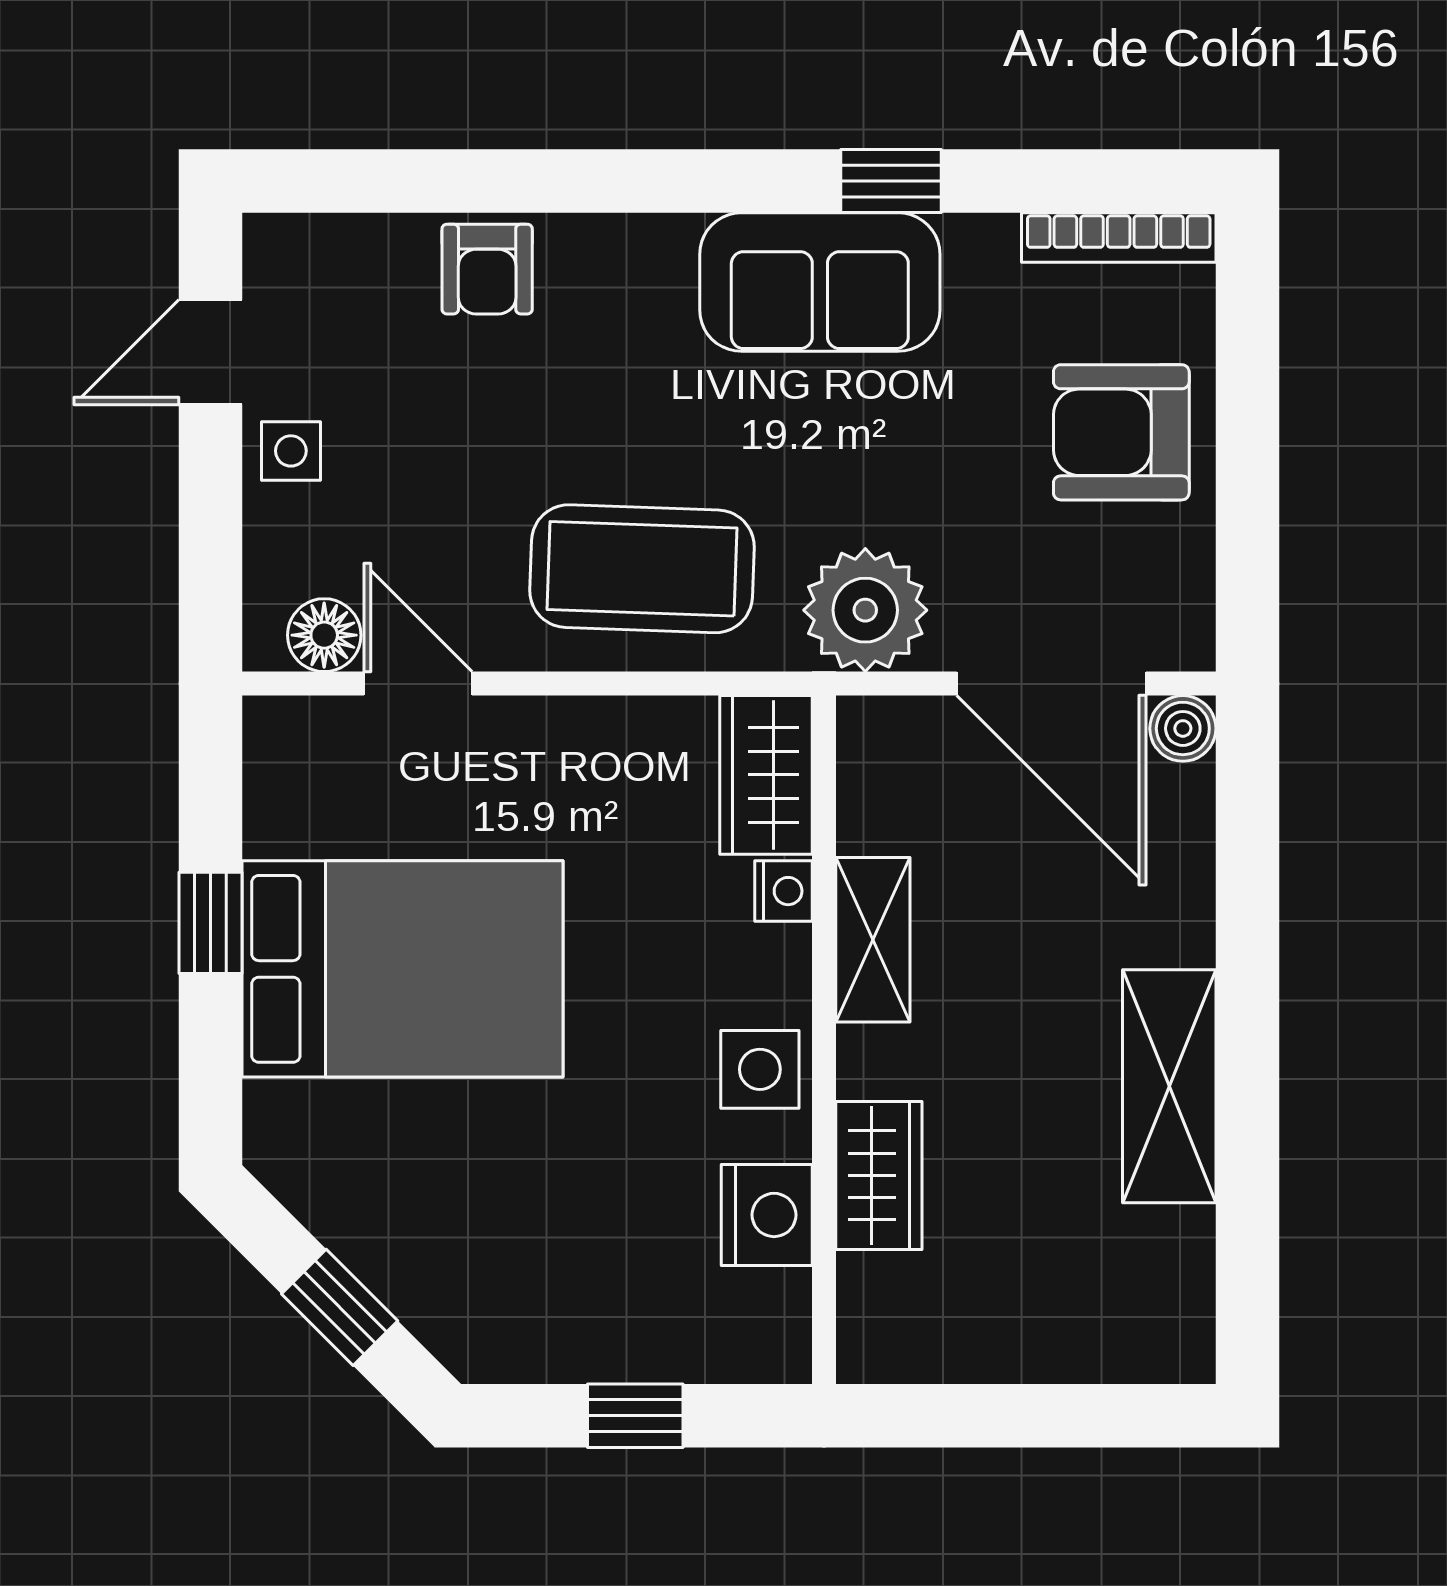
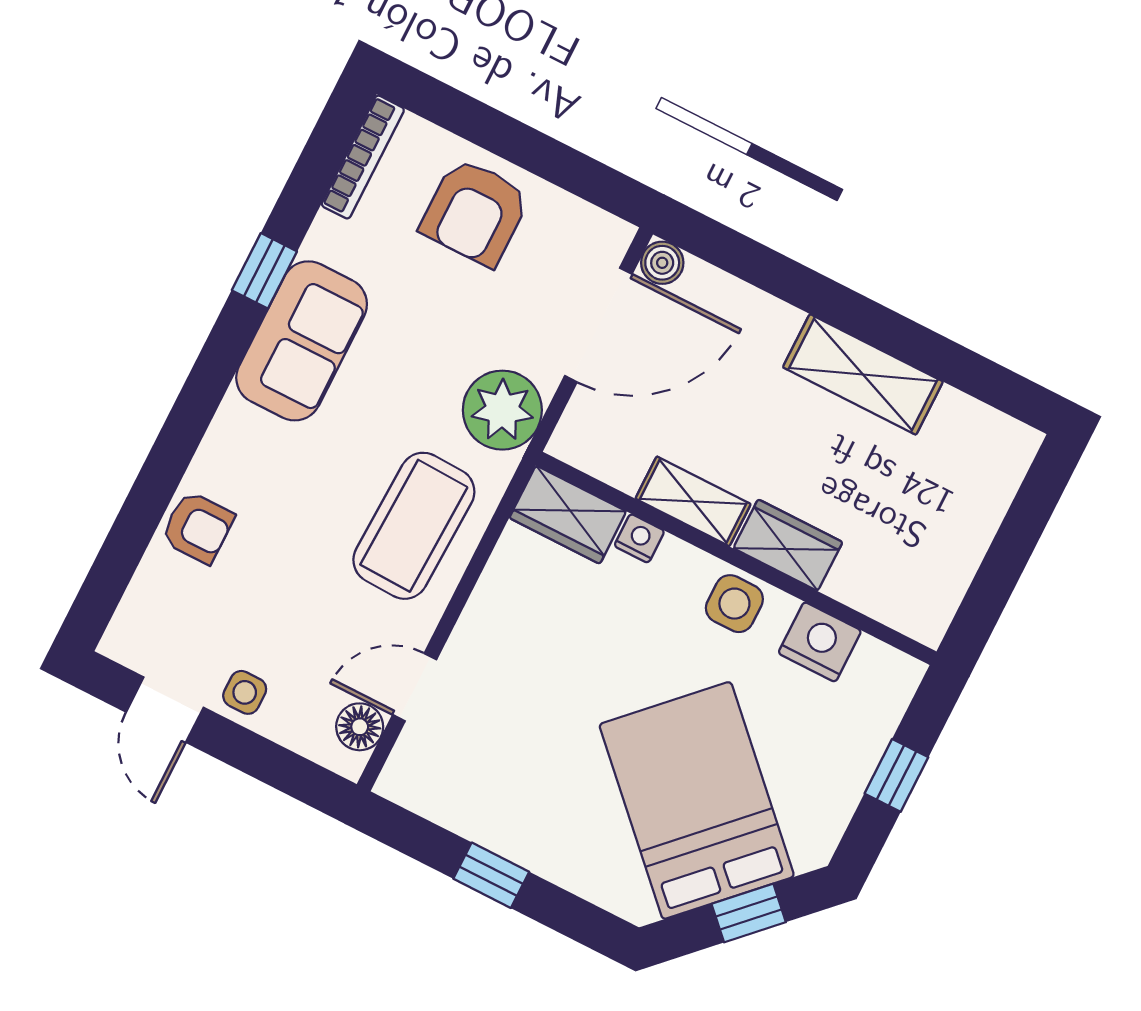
bed: (403, 969) -> (697, 800), moved, turned -45
wardrobe: (879, 1175) -> (788, 545), moved

